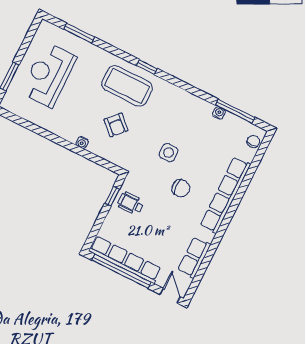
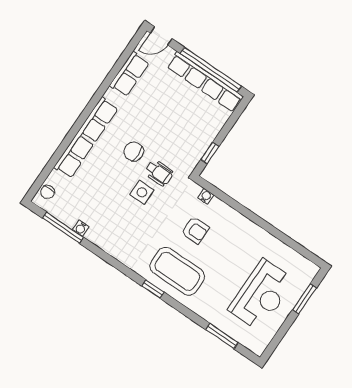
armchair: (116, 125) -> (195, 230), turned 137
water cooler: (82, 142) -> (206, 196), moved
wheelchair: (130, 203) -> (159, 173), moved
door: (170, 296) -> (161, 36), hinge flipped

